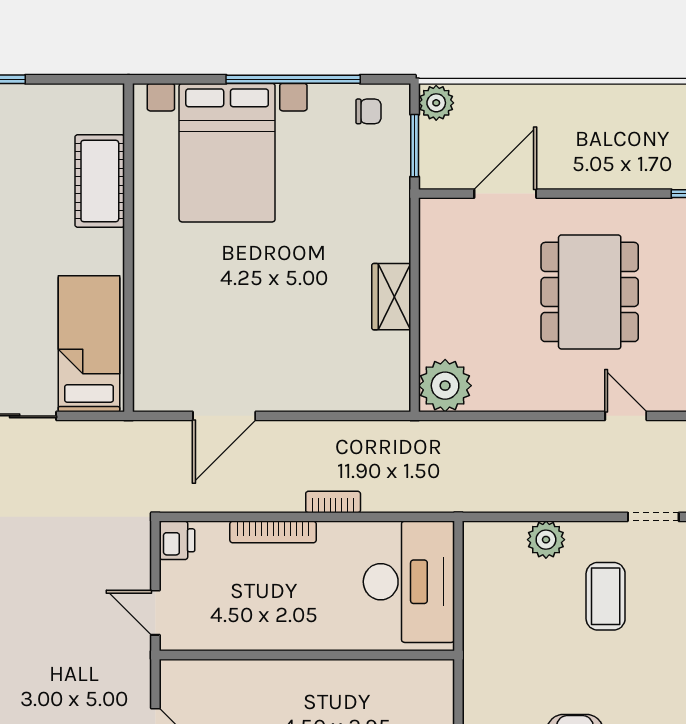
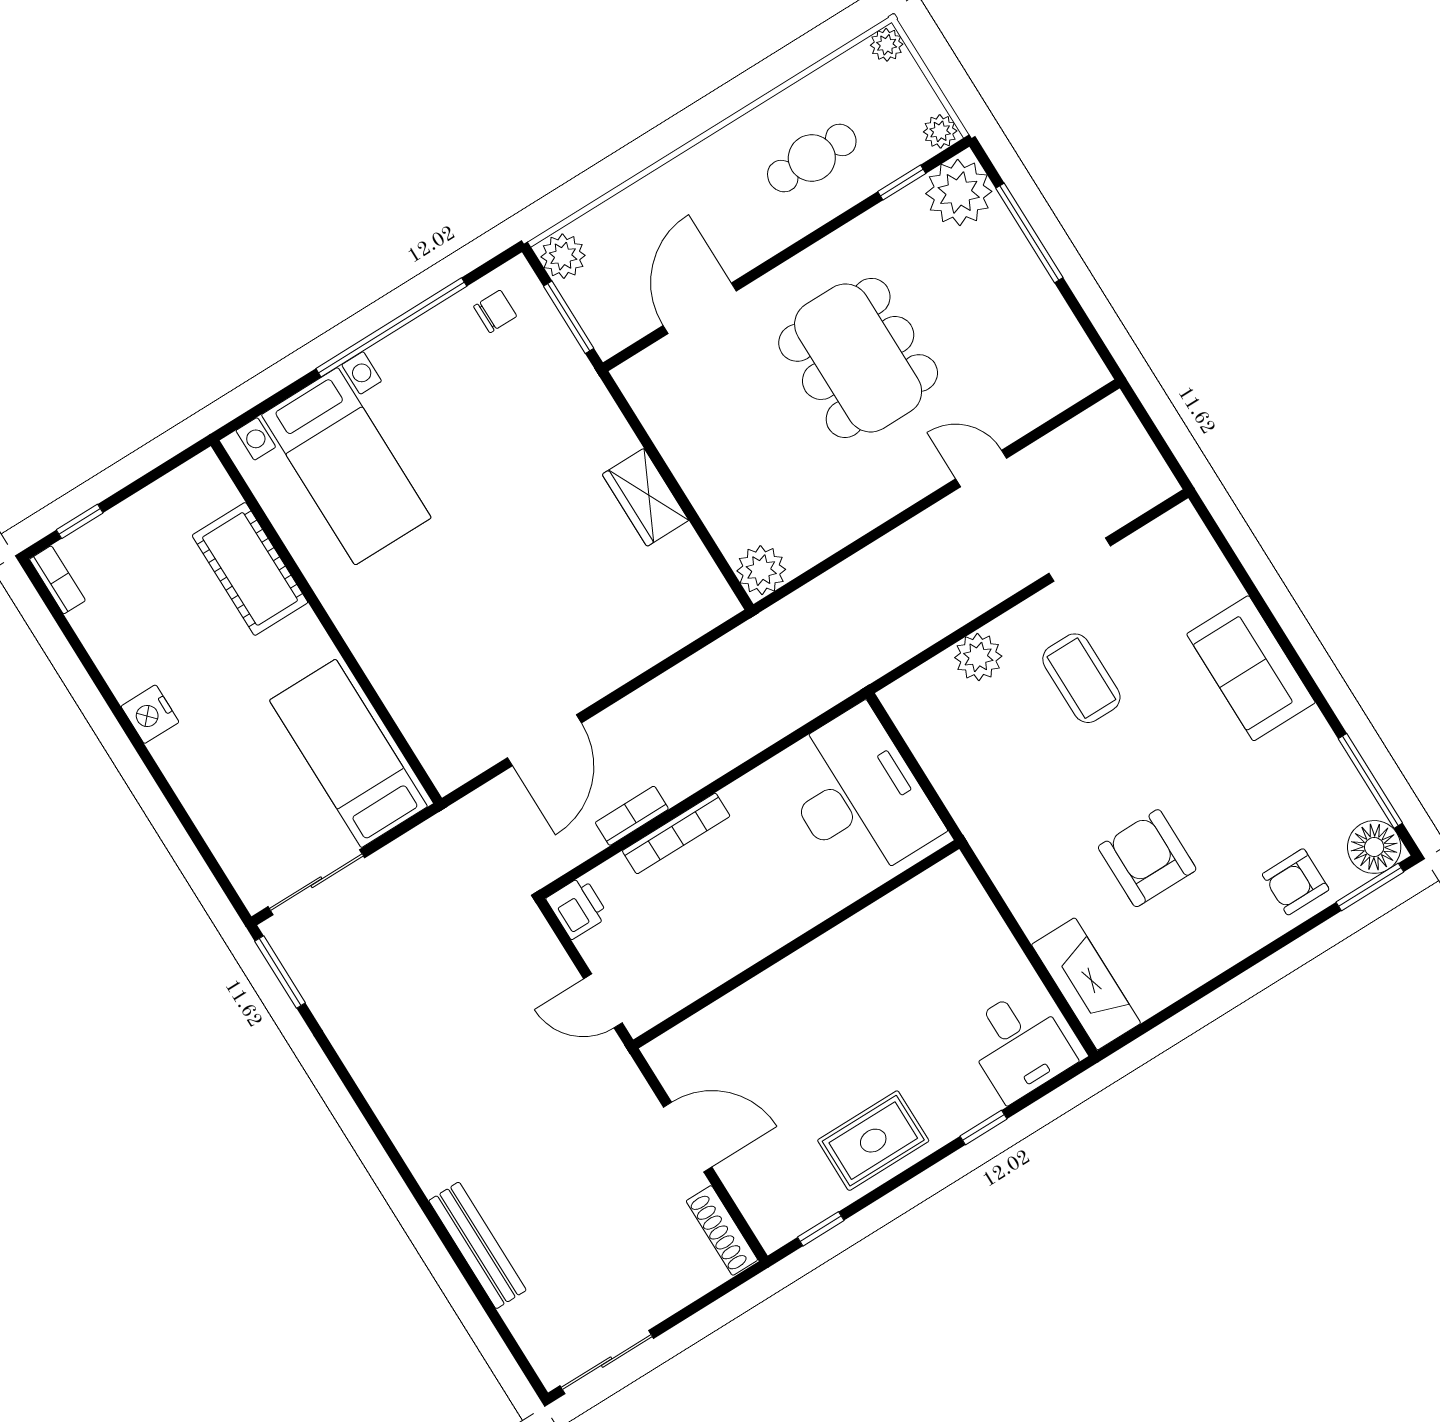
cafe table: (641, 140) -> (812, 158), added
bed with nightstands: (227, 153) -> (346, 466), width x0.73
plant: (445, 386) -> (761, 570), width x0.73, depth x0.73
bookcase: (333, 502) -> (632, 816), moved

